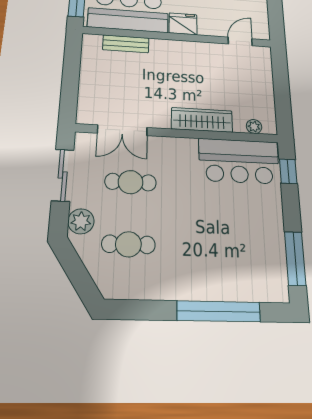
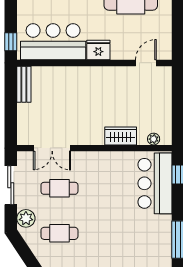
bench: (126, 44) -> (24, 84), moved, turned 90
wardrobe: (202, 120) -> (121, 136), width x0.67
bar counter: (239, 161) -> (155, 183), moved, turned 90

